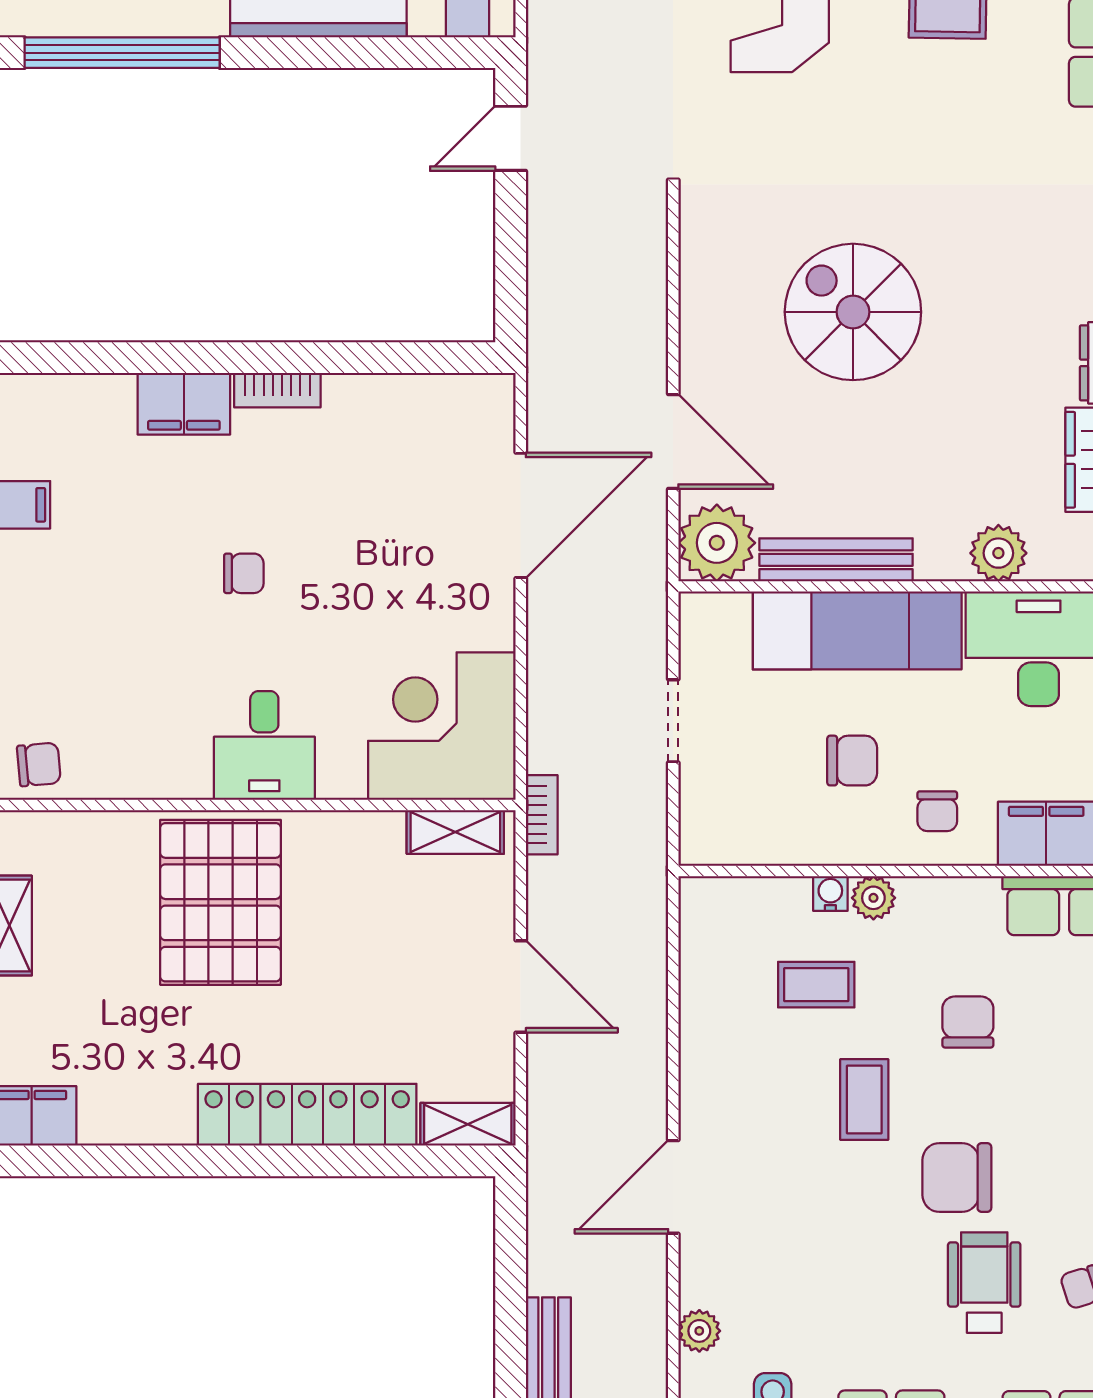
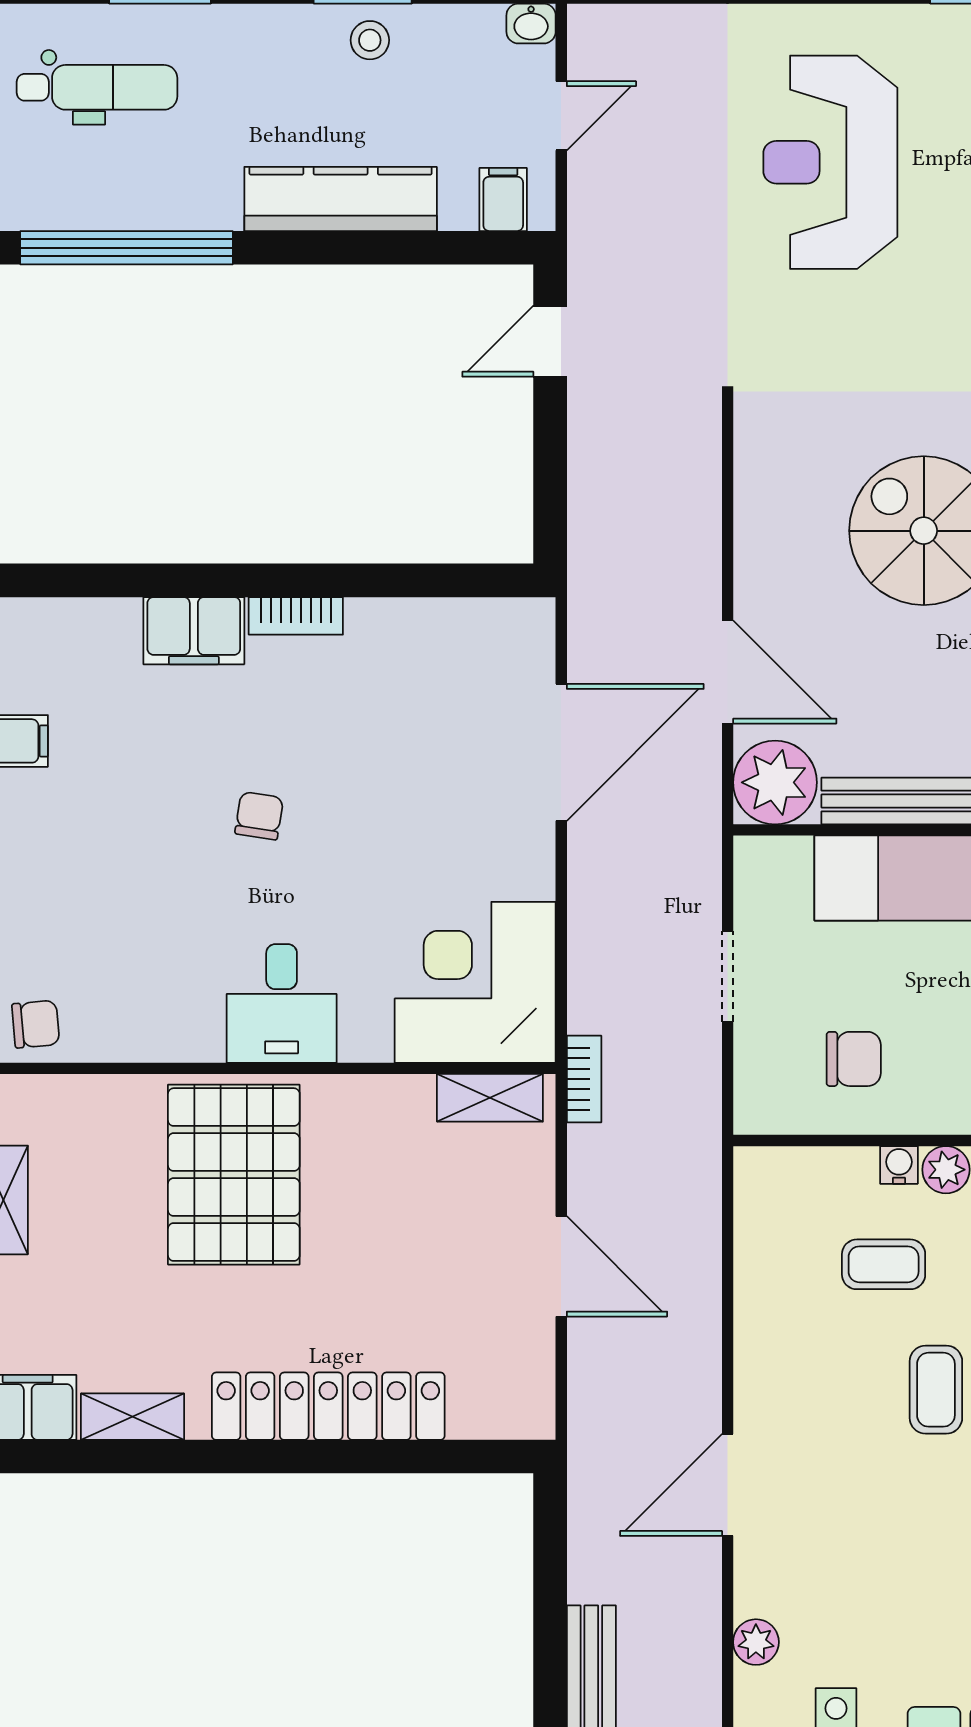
chair: (244, 573) -> (259, 816), turned -81
chair: (852, 761) -> (854, 1059), moved
shelving: (468, 1124) -> (133, 1417), moved

